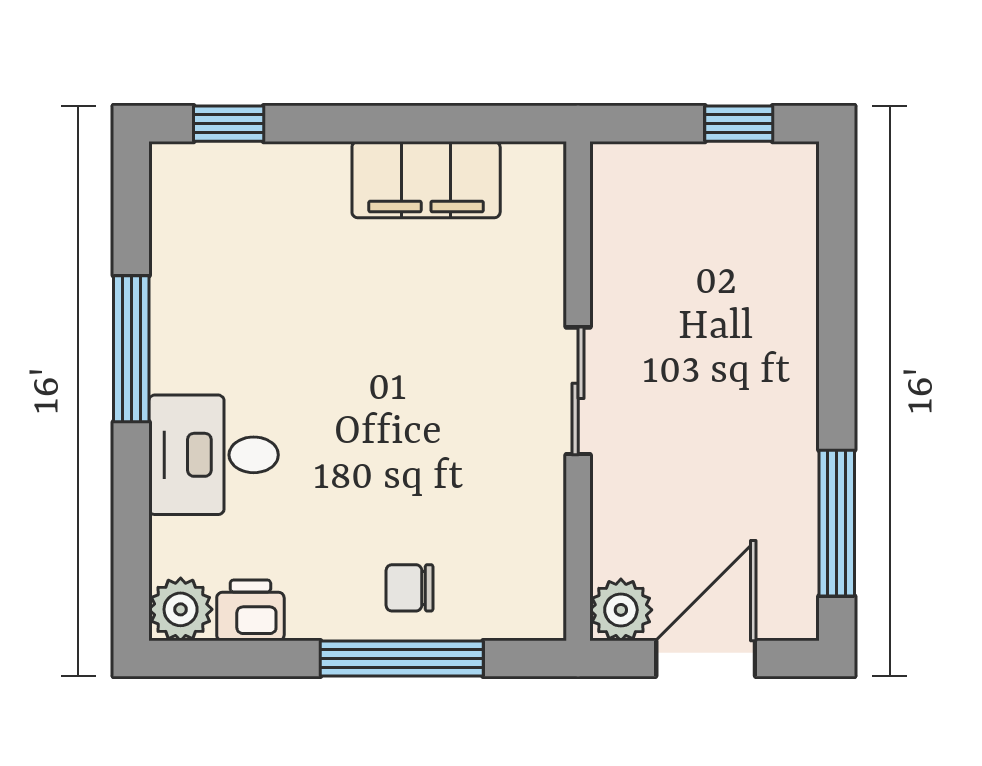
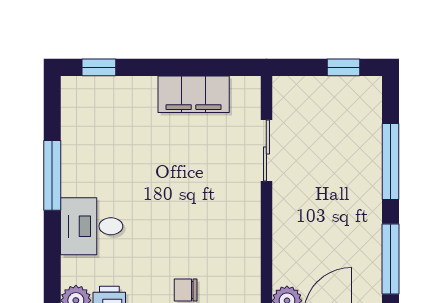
window: (837, 320) -> (391, 162), added
sliding door: (578, 391) -> (266, 151), moved

